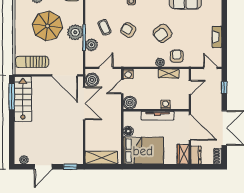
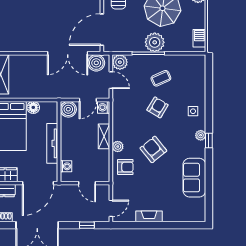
plant: (91, 45) -> (120, 62), moved
shelving: (169, 74) -> (104, 136), moved
door: (122, 87) -> (88, 100), swing flipped
washing machine: (166, 105) -> (66, 166), moved

